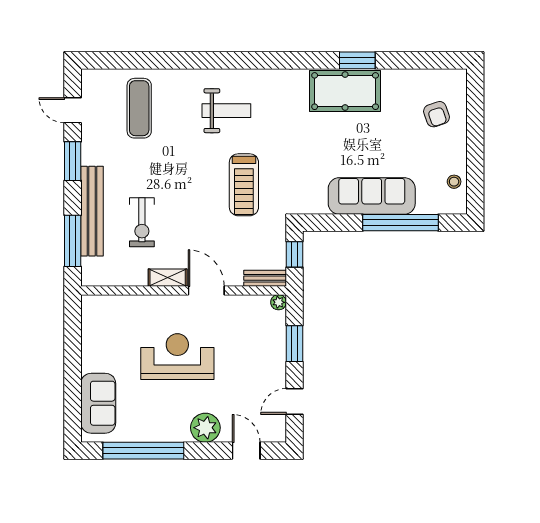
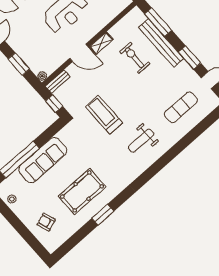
pool table: (345, 91) -> (82, 191), moved
exercise mat: (139, 108) -> (181, 107), turned 90

